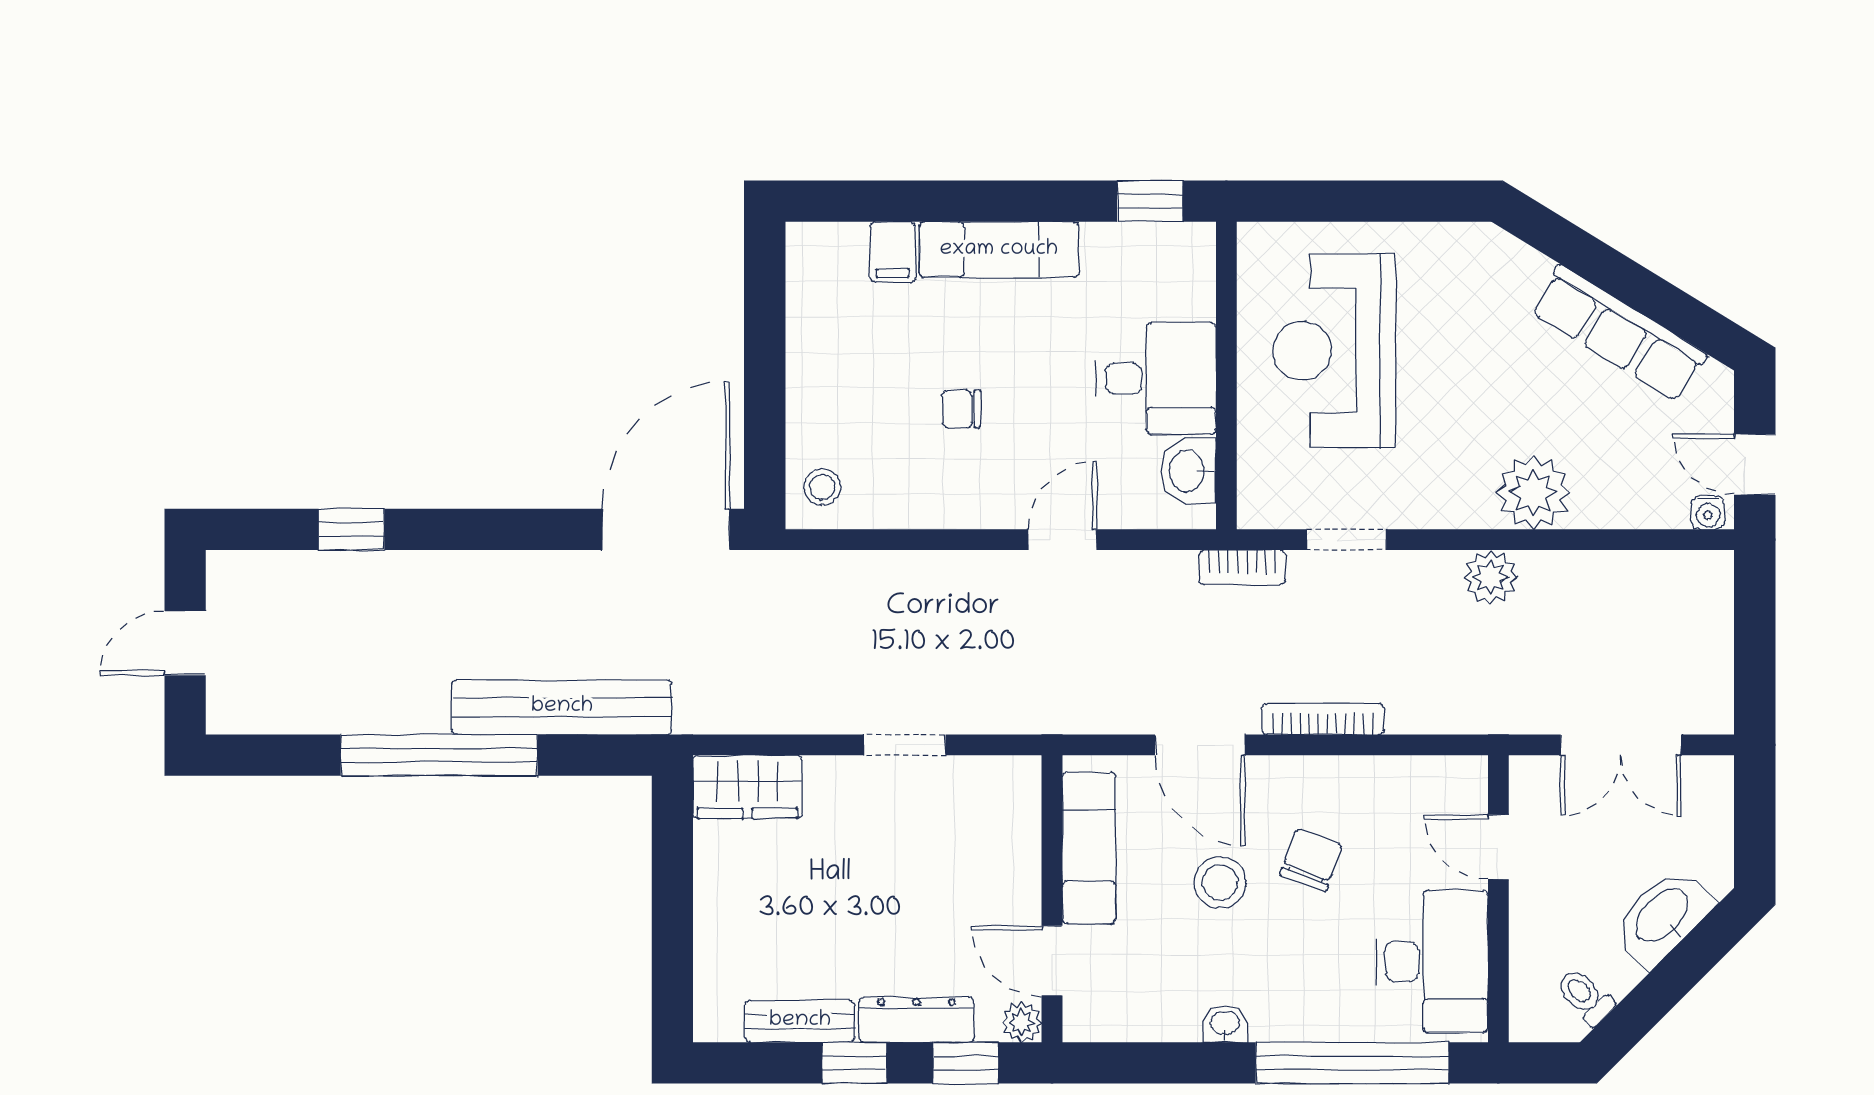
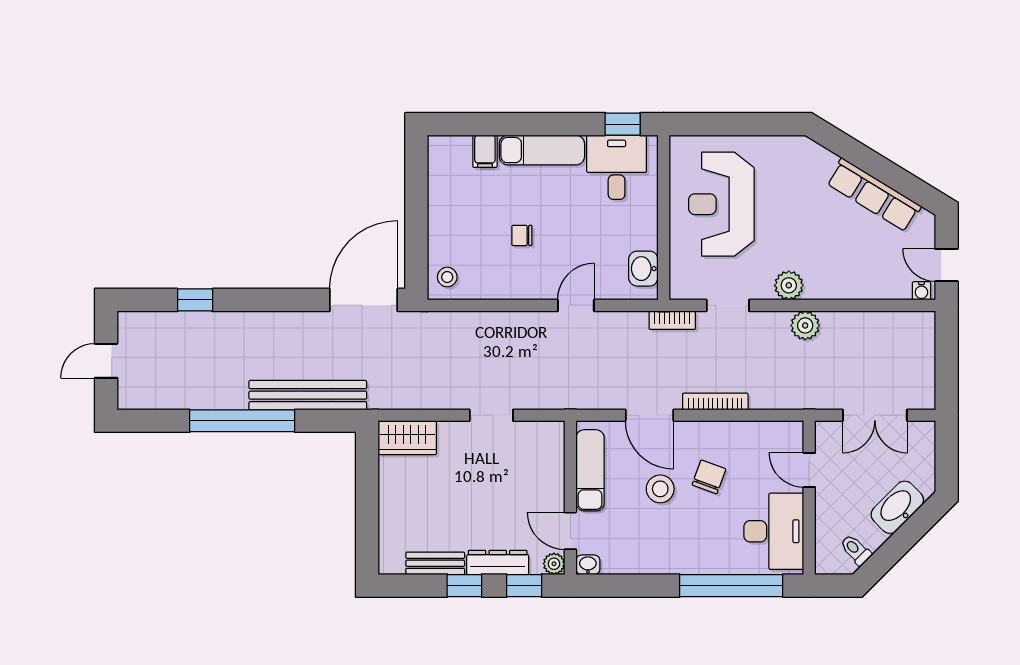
desk: (1156, 378) -> (617, 167), moved, turned -90
plant: (1533, 492) -> (789, 285), moved, width x0.73, depth x0.73
washbasin: (1225, 1024) -> (588, 565), moved

